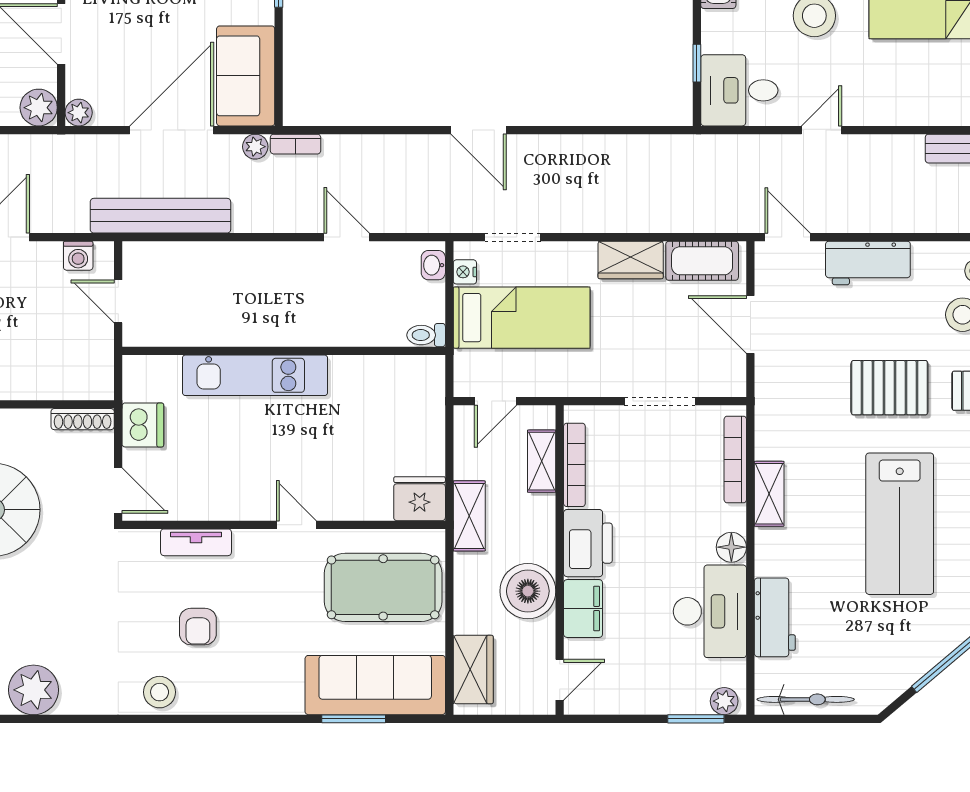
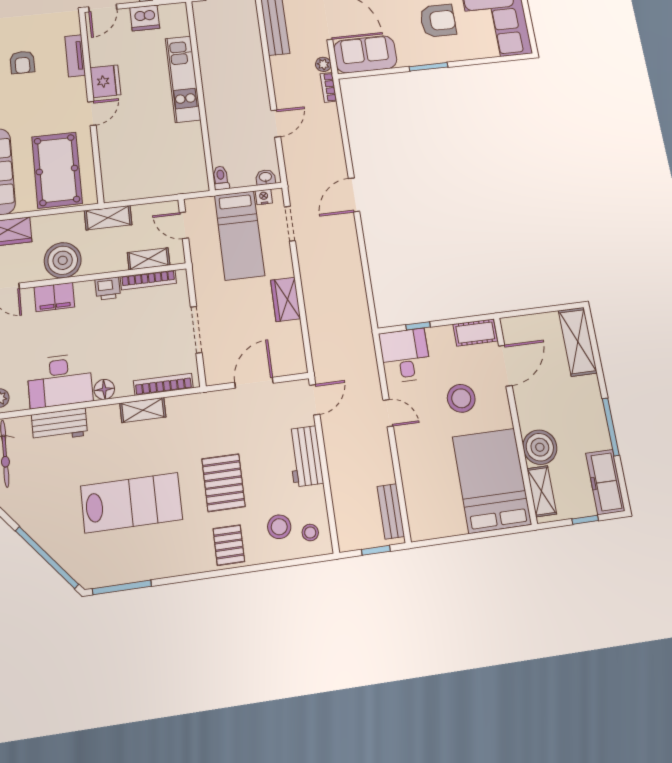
cot: (702, 261) -> (291, 346), removed
fridge: (420, 499) -> (105, 81), moved
lab bench: (900, 524) -> (132, 503), turned 180
printer: (588, 543) -> (108, 289), width x0.53, depth x0.68
armchair: (198, 627) -> (22, 62), turned -90

